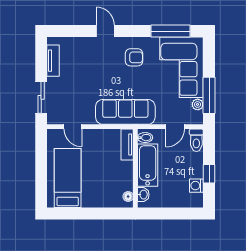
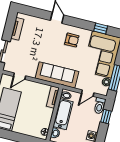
window: (171, 31) -> (101, 29), width x0.46
door: (73, 127) -> (20, 76), hinge flipped
window: (209, 174) -> (106, 117), moved

